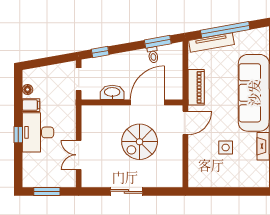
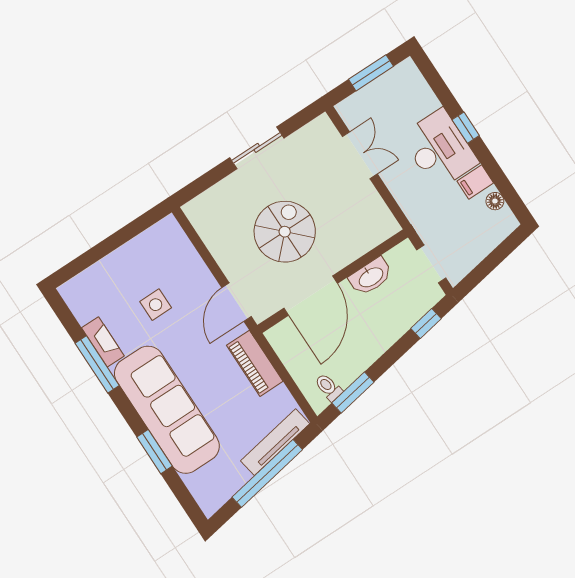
toilet: (153, 55) -> (328, 387), moved

